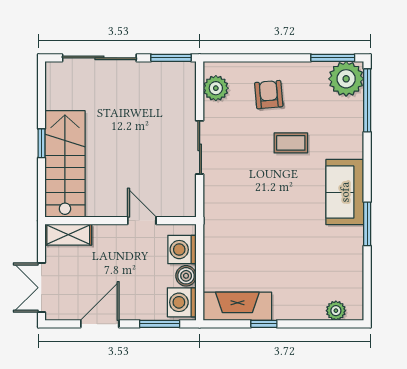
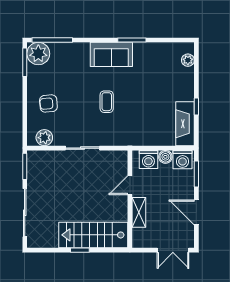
coffee table: (291, 143) -> (107, 102), moved
shelving: (68, 235) -> (139, 212), moved

